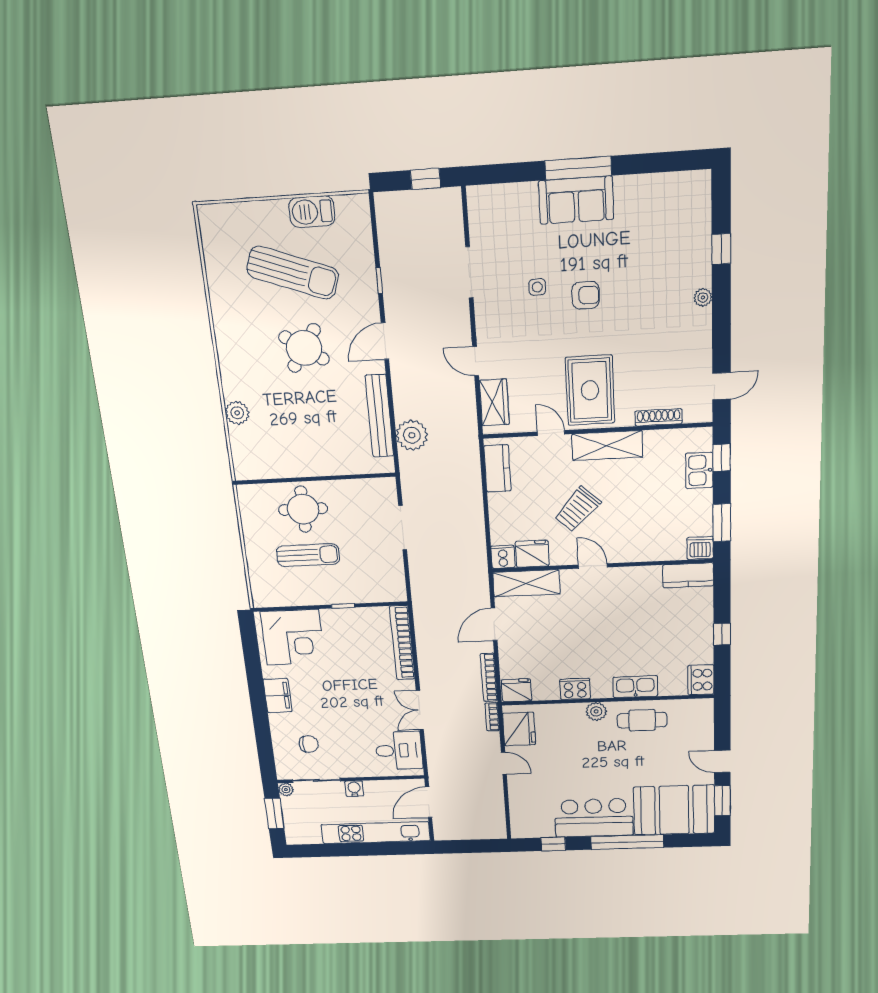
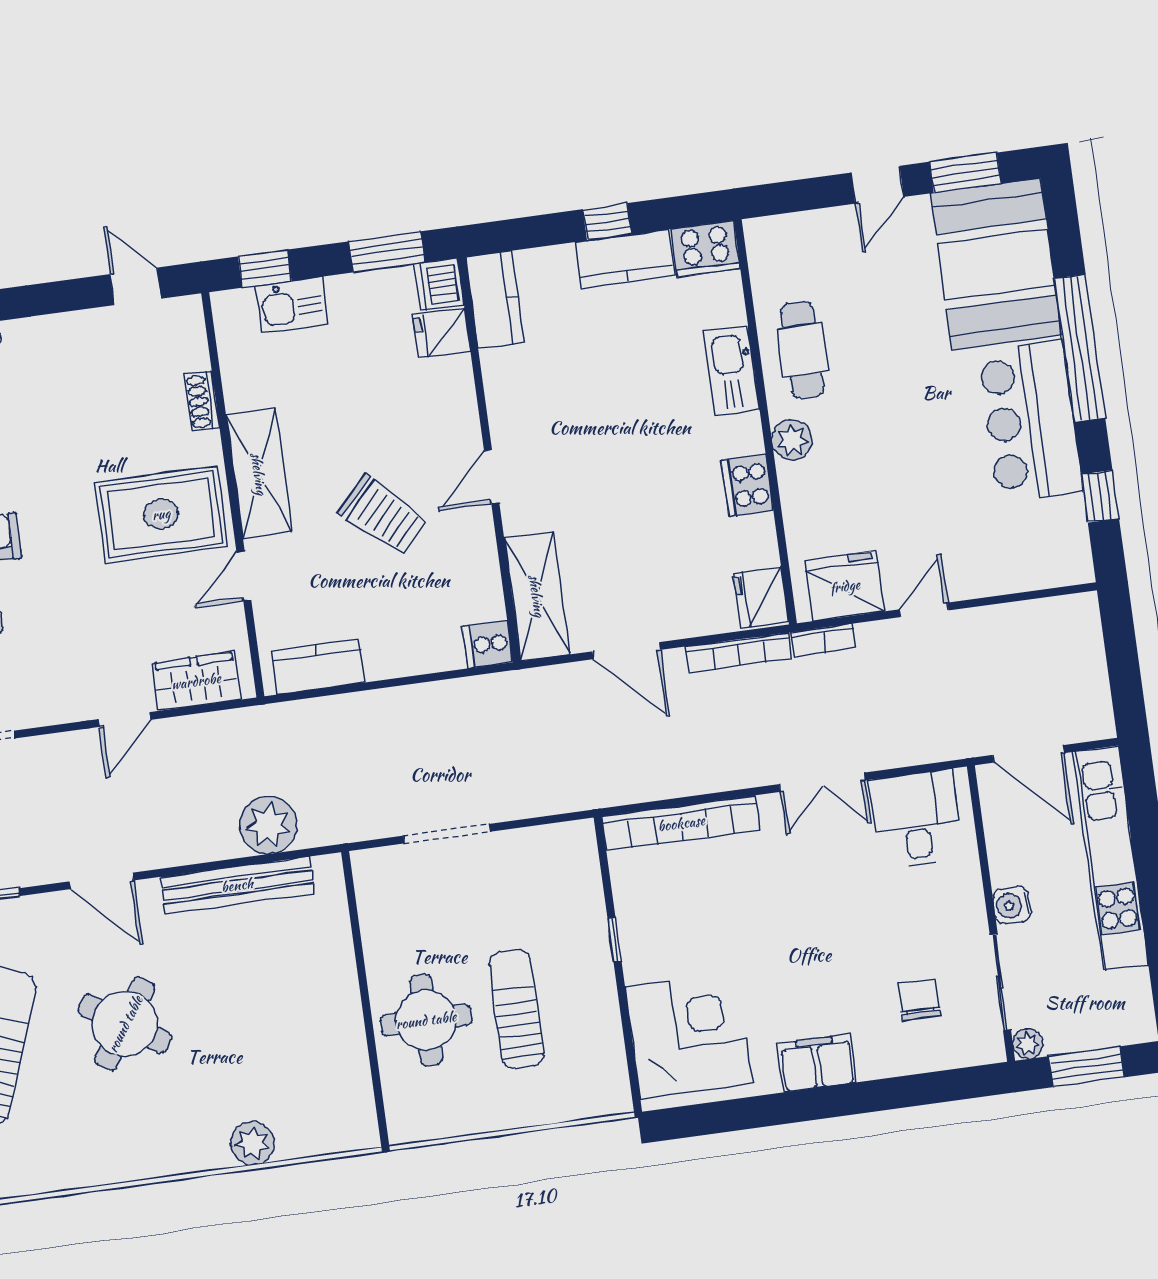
shoe rack: (659, 417) -> (202, 401), width x0.70
fridge: (532, 554) -> (442, 333), moved, width x0.72
kitchen counter: (701, 641) -> (625, 259), added

